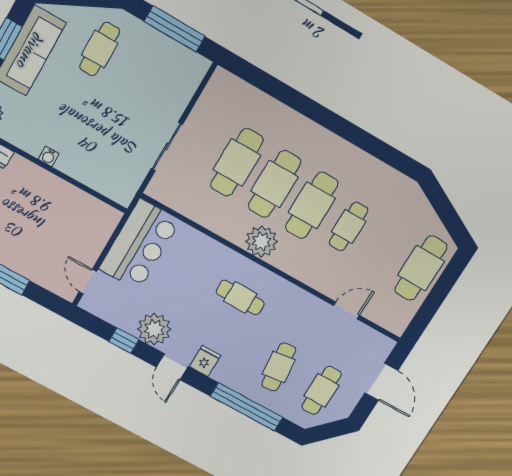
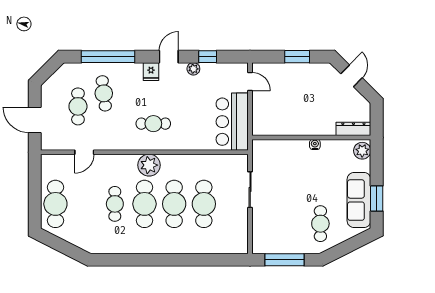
plant: (261, 242) -> (149, 165), moved
plant: (154, 329) -> (193, 69), width x0.53, depth x0.53
door: (172, 367) -> (169, 57), hinge flipped
cafe table: (322, 390) -> (78, 106), moved

